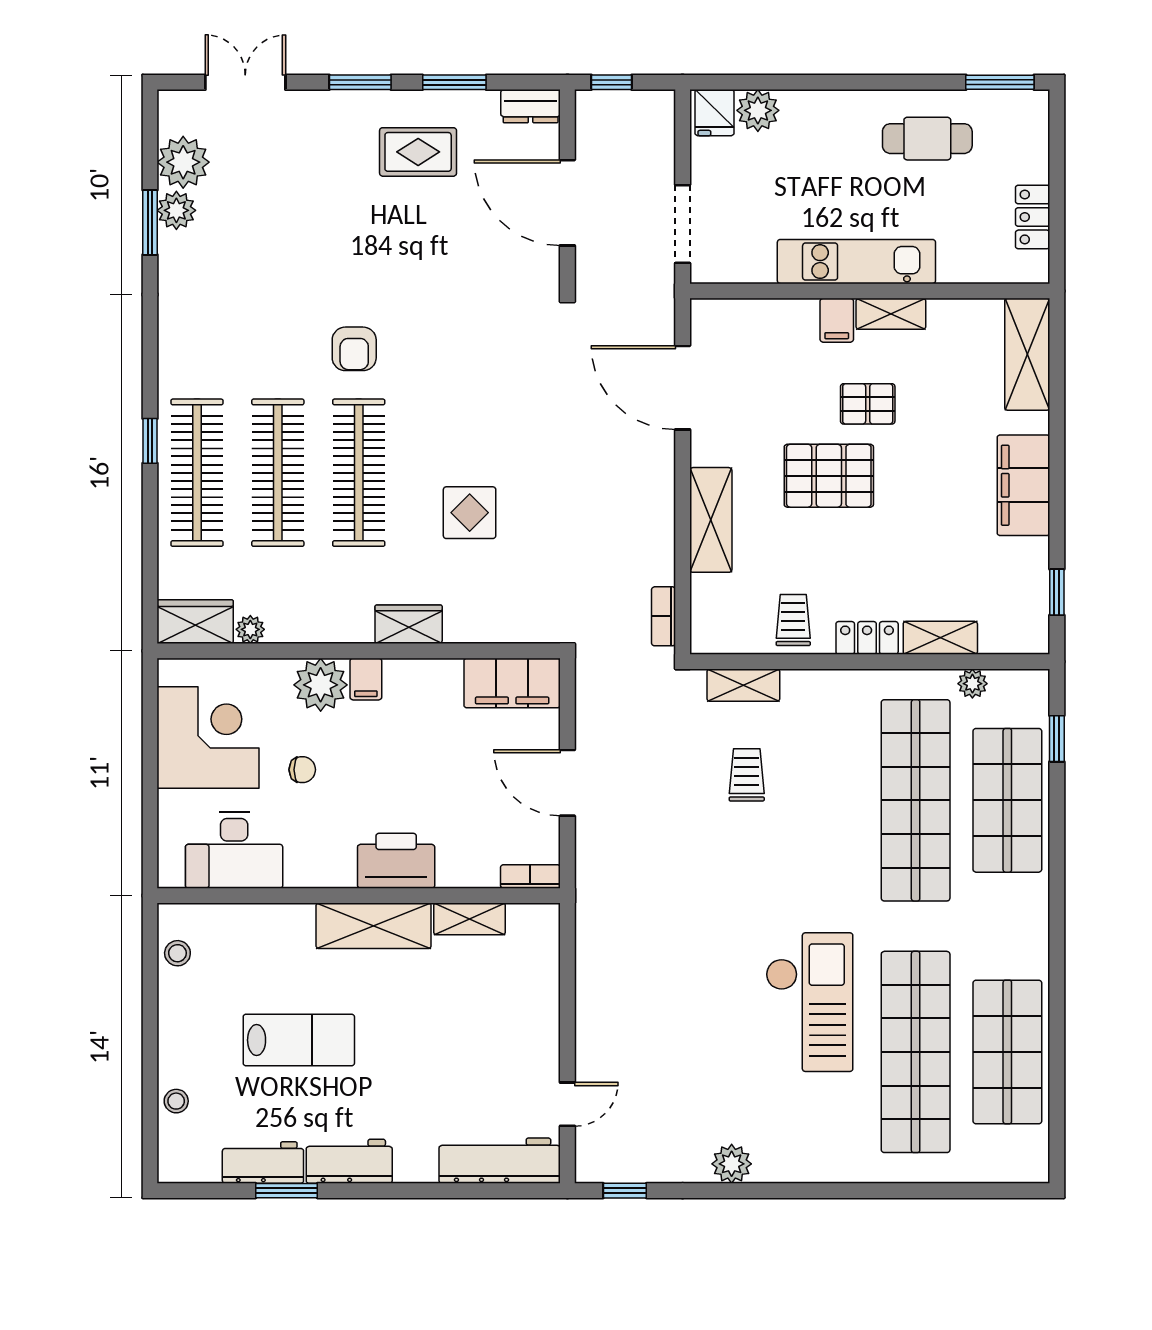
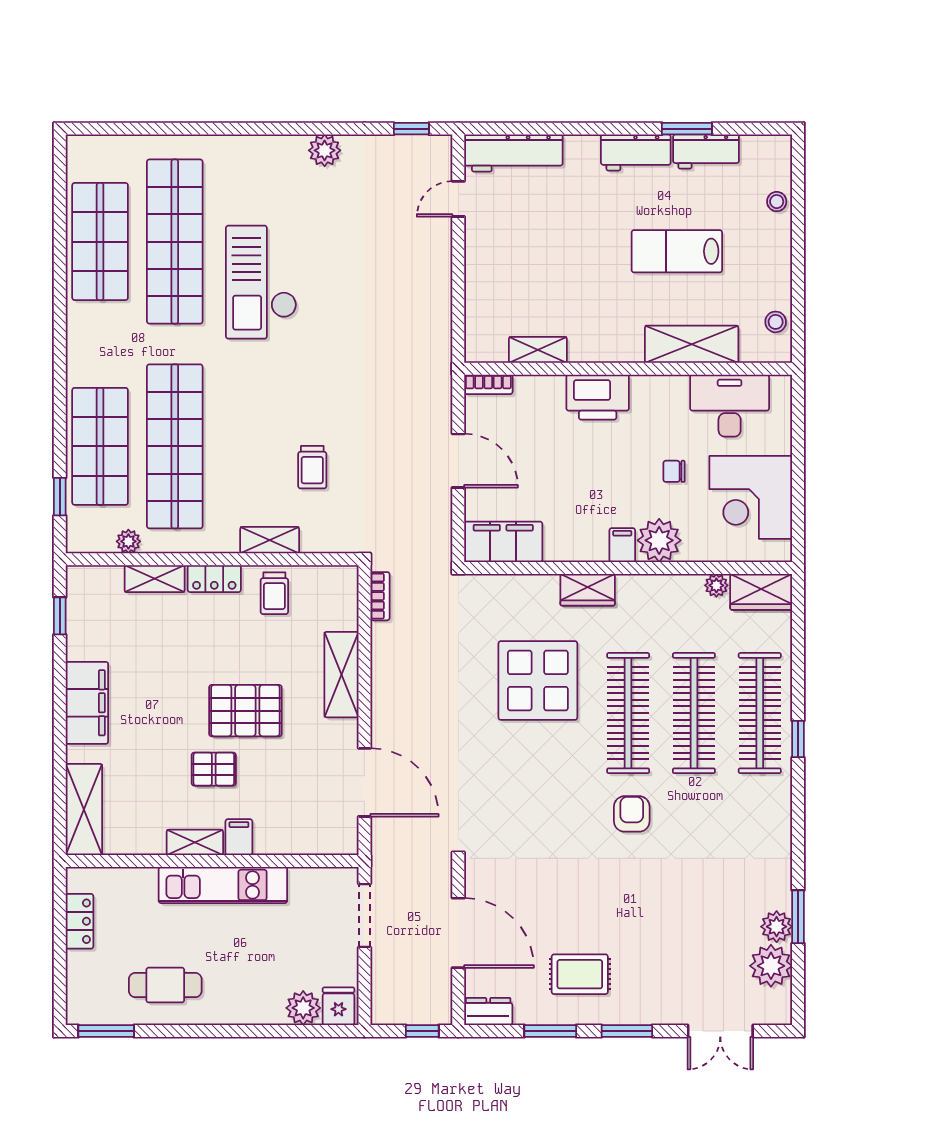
display table: (470, 513) -> (538, 681), width x1.86, depth x1.86
shelving: (743, 685) -> (270, 540), moved
shelving: (374, 926) -> (692, 344), moved

